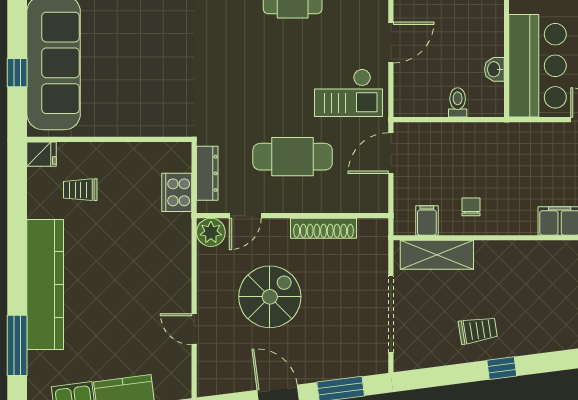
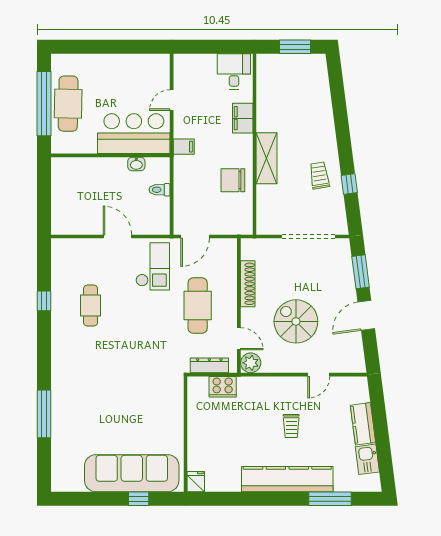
door: (391, 153) -> (195, 237), hinge flipped
trolley: (80, 190) -> (291, 426), moved
chair: (471, 207) -> (233, 180), width x1.87, depth x1.87
filing cabinet: (427, 220) -> (184, 147), moved, turned 180
shelving: (437, 255) -> (266, 158), moved
window: (502, 368) -> (349, 184), moved

